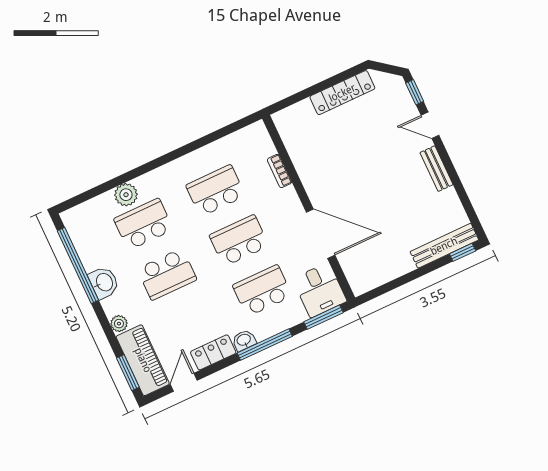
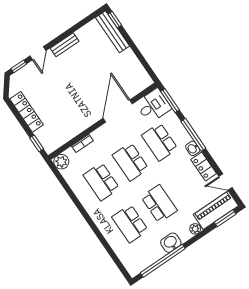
window: (291, 100) -> (37, 143), added
plant: (126, 195) -> (61, 162), moved

